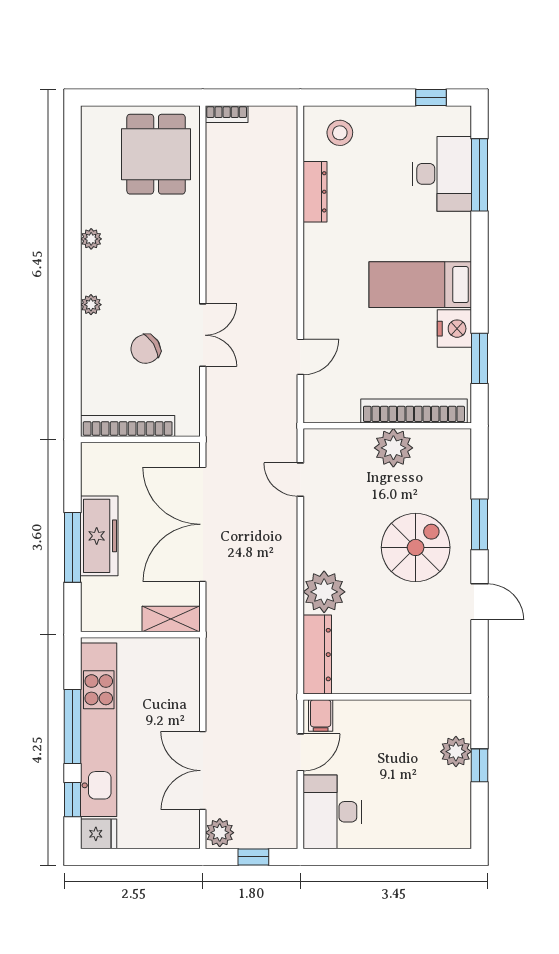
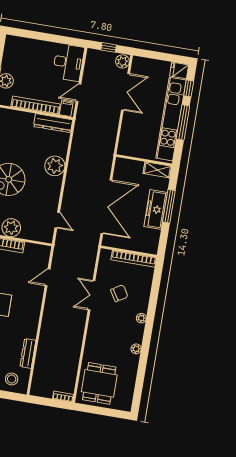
shelving: (171, 619) -> (157, 170), moved
dresser: (317, 655) -> (53, 123), moved, turned -90
bookcase: (385, 711) -> (36, 105), added

